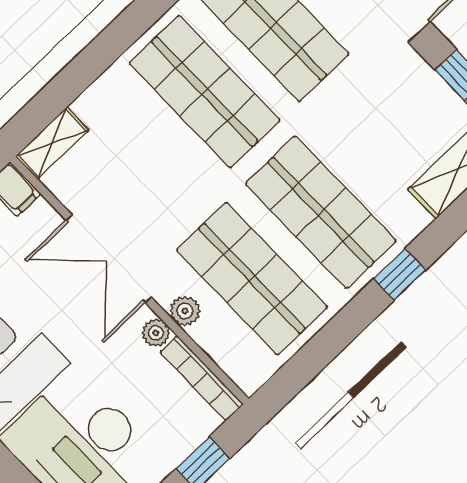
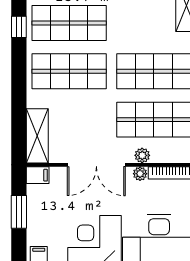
shelving: (52, 143) -> (37, 136), width x1.50, depth x1.33

